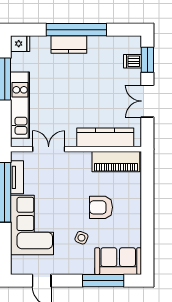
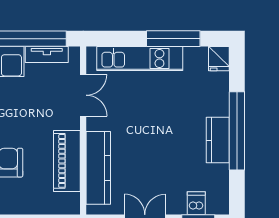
kitchen counter: (69, 45) -> (218, 140), moved
piano: (116, 162) -> (67, 161), moved

